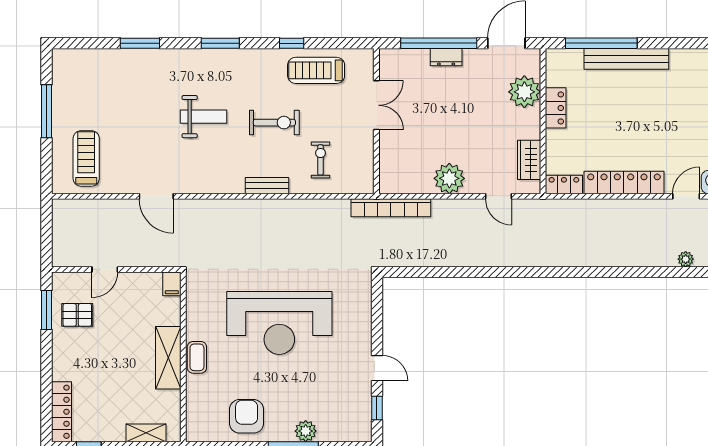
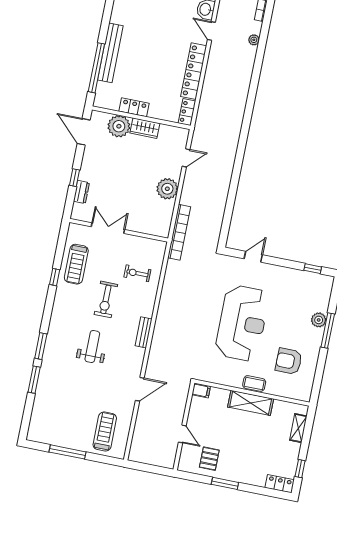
window: (220, 43) -> (41, 346), moved
window: (439, 43) -> (74, 178), width x0.32
dresser: (446, 57) -> (81, 192), moved
exercise bike: (274, 123) -> (106, 299), turned 180
treadmill: (86, 158) -> (105, 431), turned 90
wardrobe: (529, 160) -> (145, 128), moved
bench: (267, 186) -> (144, 332), moved
window: (46, 310) -> (225, 483), moved
door: (377, 368) -> (253, 257), moved
locker: (62, 412) -> (280, 484), width x0.66
armchair: (247, 416) -> (289, 361), moved

